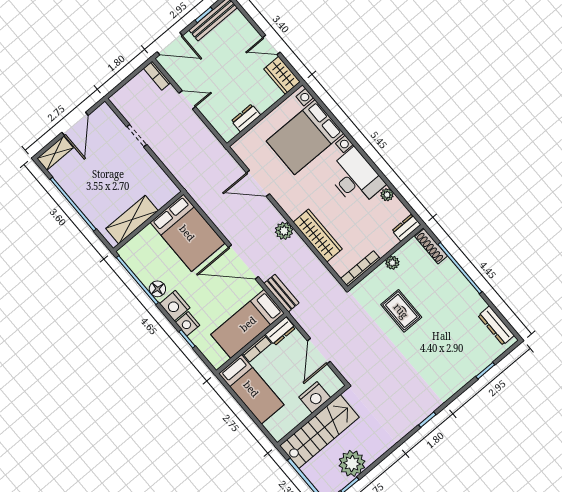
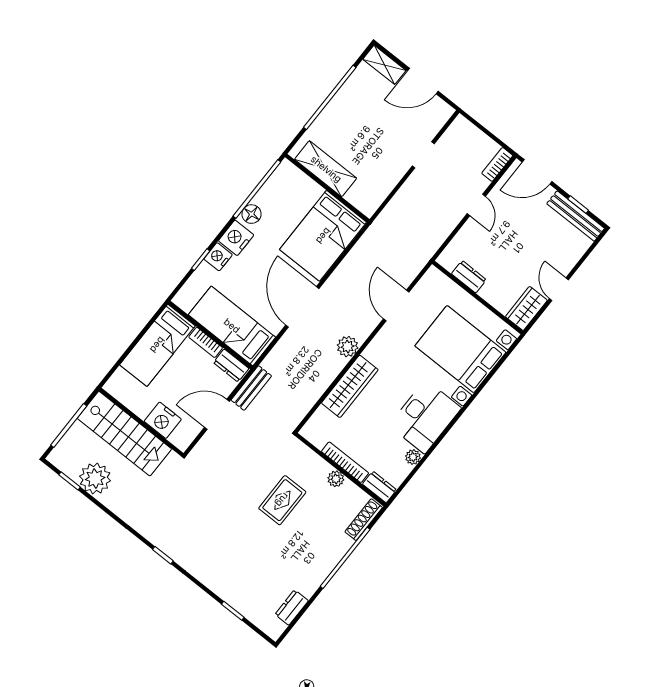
door: (170, 44) -> (537, 172), hinge flipped
bookcase: (361, 269) -> (345, 462), moved
bench: (281, 293) -> (251, 388), moved
dresser: (496, 326) -> (292, 608), width x0.70

